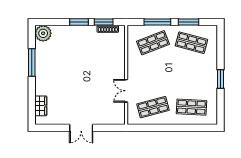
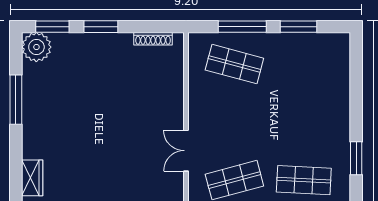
window: (104, 22) -> (52, 27), moved
shop shelf: (153, 43) -> (234, 64), turned 36
shop shelf: (191, 43) -> (304, 64), removed
window: (220, 79) -> (356, 158), moved

